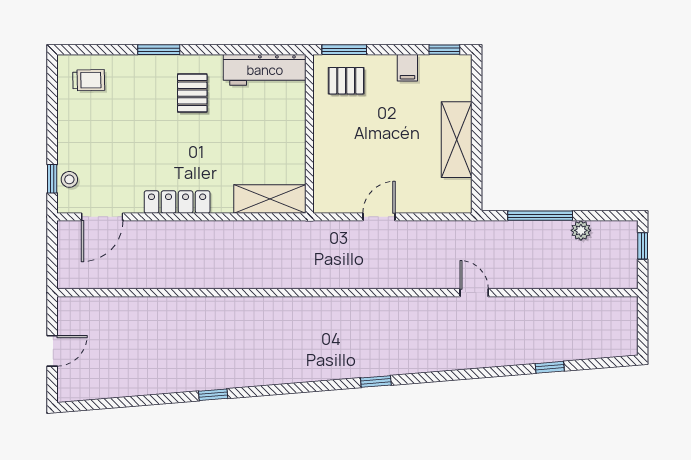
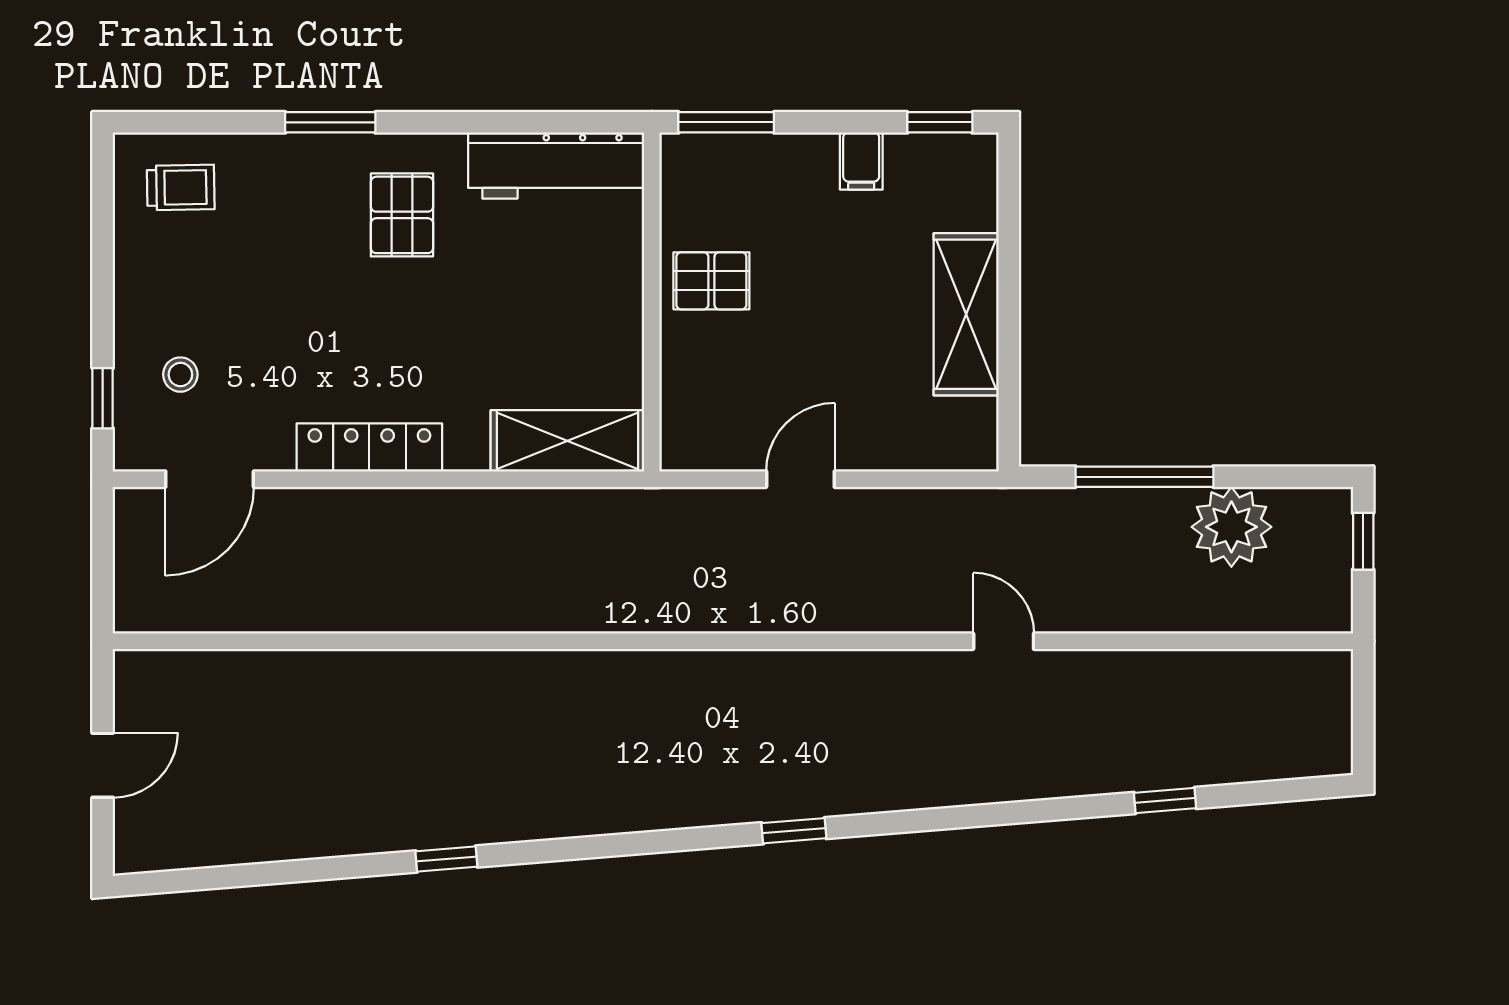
pallet: (346, 81) -> (711, 281), moved
stool: (69, 179) -> (180, 375), moved
plant: (581, 230) -> (1231, 527), width x1.87, depth x1.87

